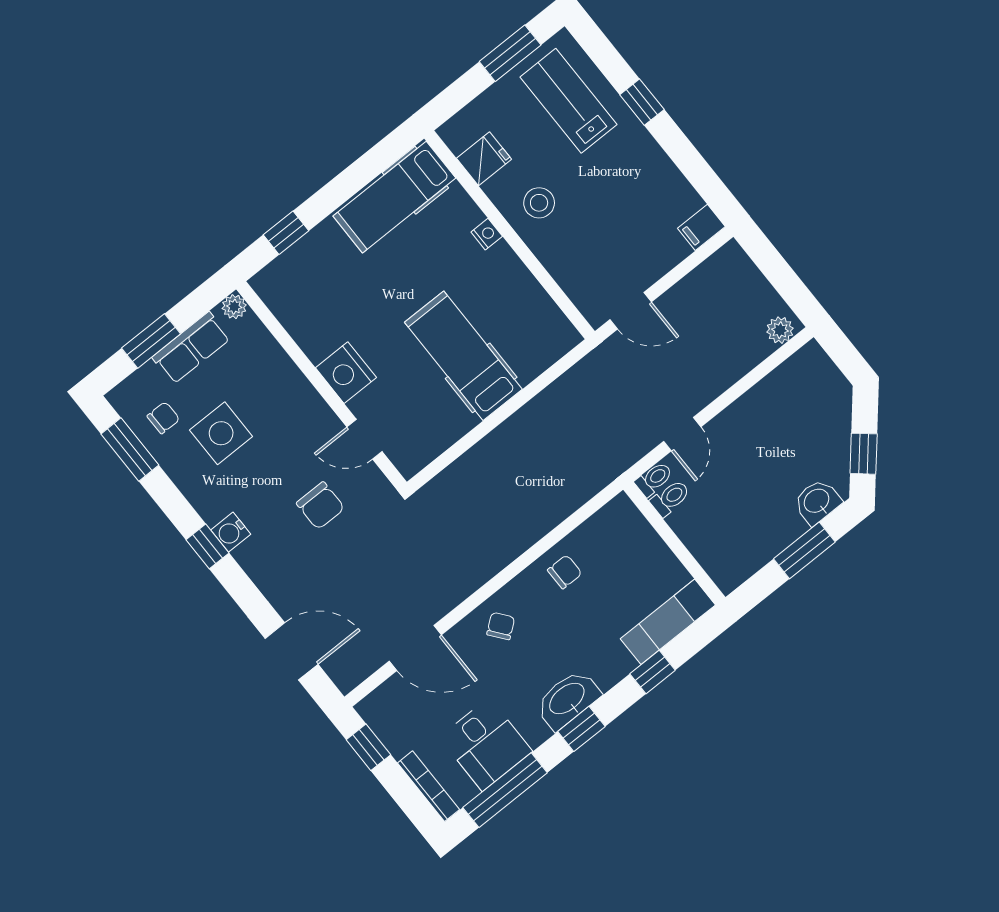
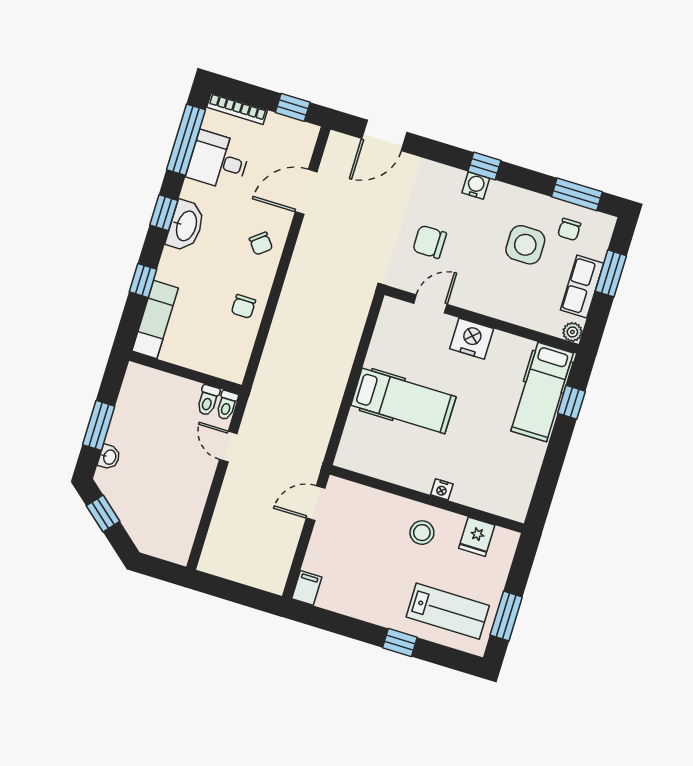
hospital bed: (394, 197) -> (542, 392), moved, turned 180
plant: (780, 330) -> (211, 556), removed
washbasin: (817, 502) -> (109, 457), width x0.72, depth x0.69

